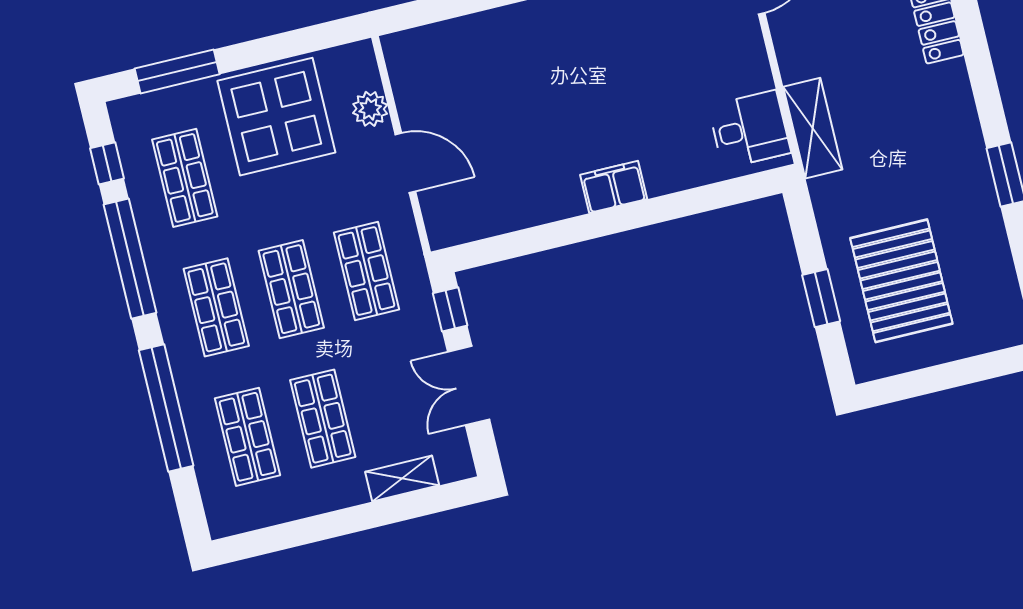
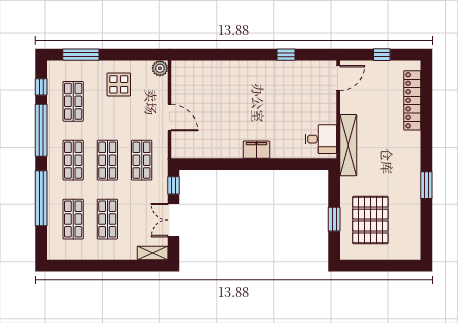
plant: (370, 109) -> (160, 68), moved
display table: (276, 117) -> (119, 84), width x0.54, depth x0.54
shelving: (813, 128) -> (348, 145), width x1.47
shelving: (402, 478) -> (153, 253), moved

